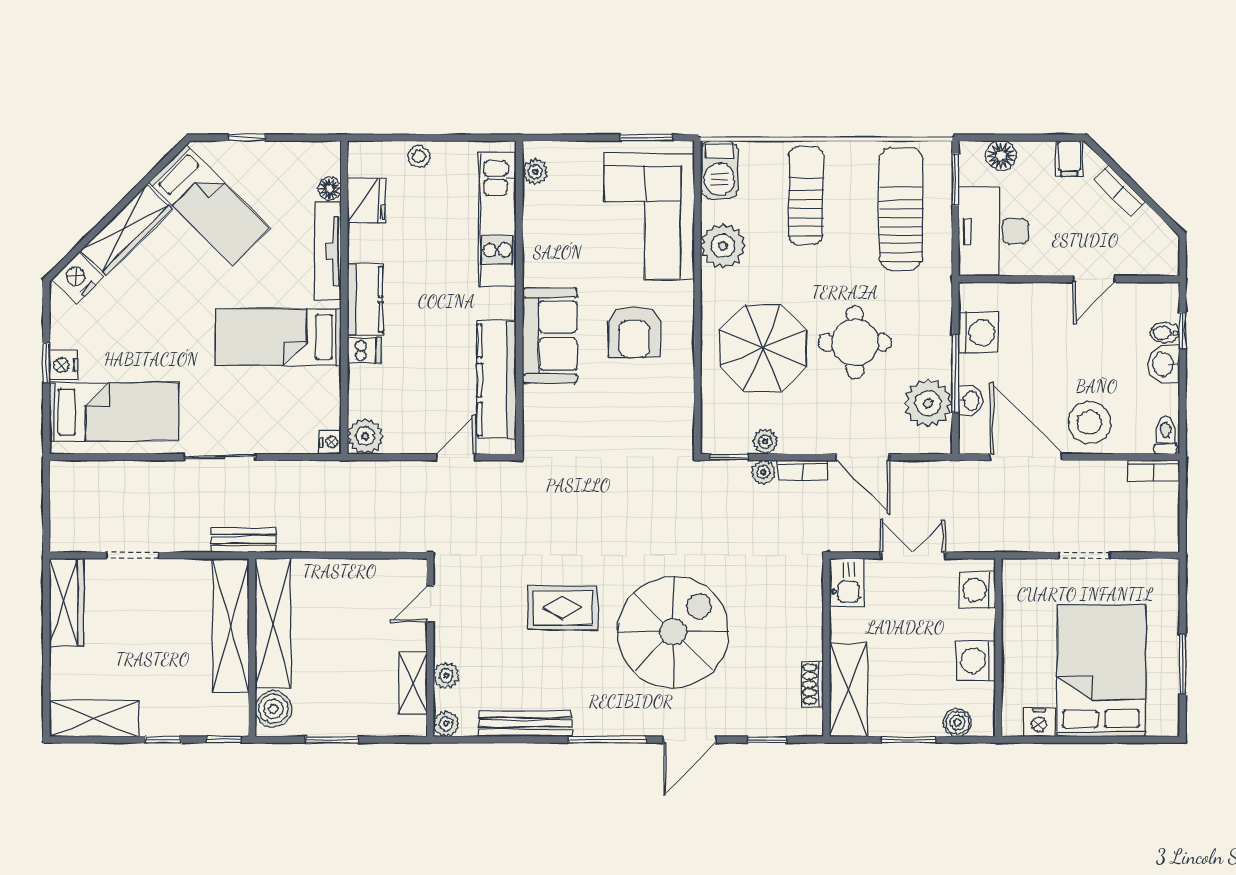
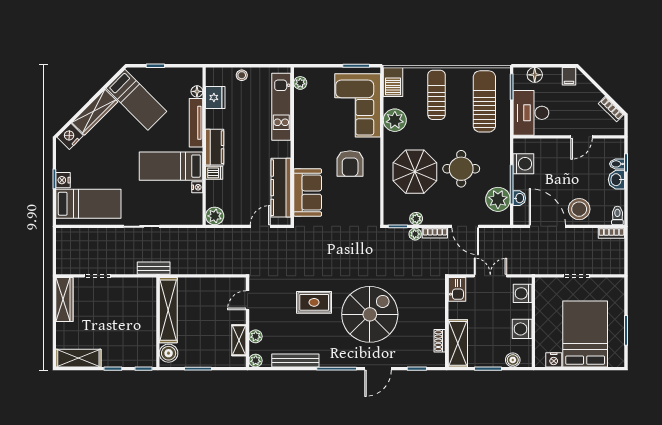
bookcase: (1120, 191) -> (611, 109), moved
sofa: (550, 336) -> (308, 193), moved
nightstand: (330, 442) -> (197, 187), moved
shelving: (231, 625) -> (147, 311), removed

